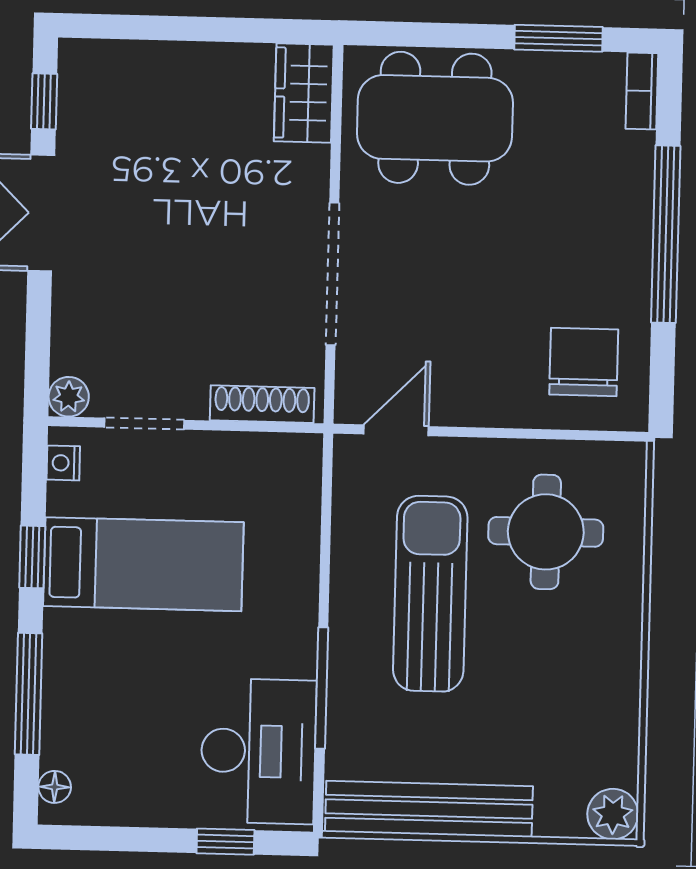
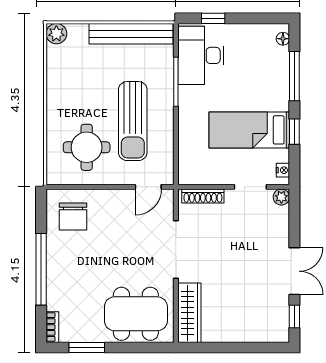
wardrobe: (304, 93) -> (189, 313), width x1.50

